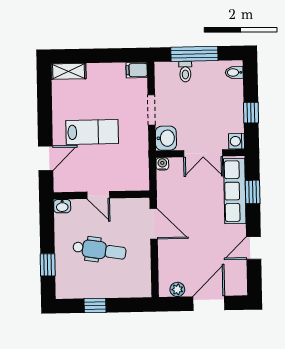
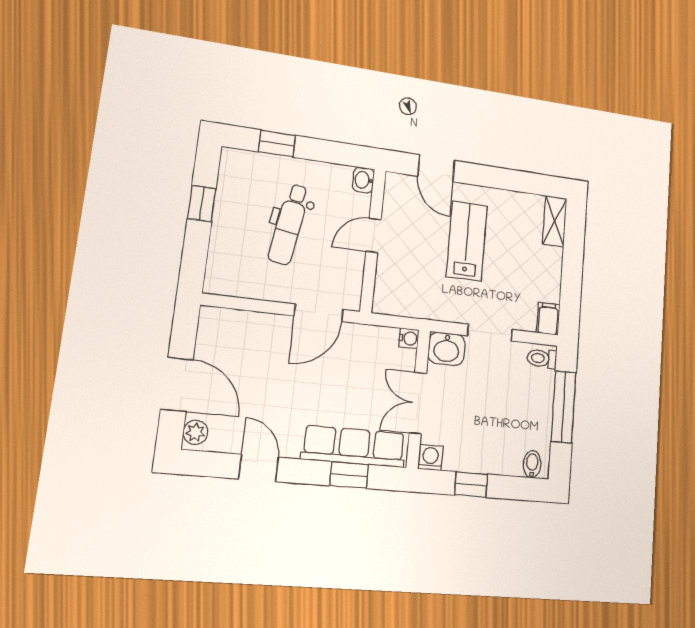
toilet: (185, 72) -> (542, 359), moved
lab bench: (92, 132) -> (467, 241), turned 180
plant: (177, 289) -> (195, 432), moved

